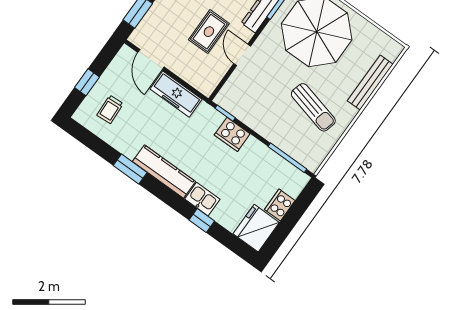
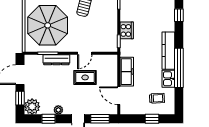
door: (151, 60) -> (119, 96), swing flipped
window: (130, 169) -> (179, 68), width x2.11
kitchen sink: (202, 199) -> (168, 79), moved

